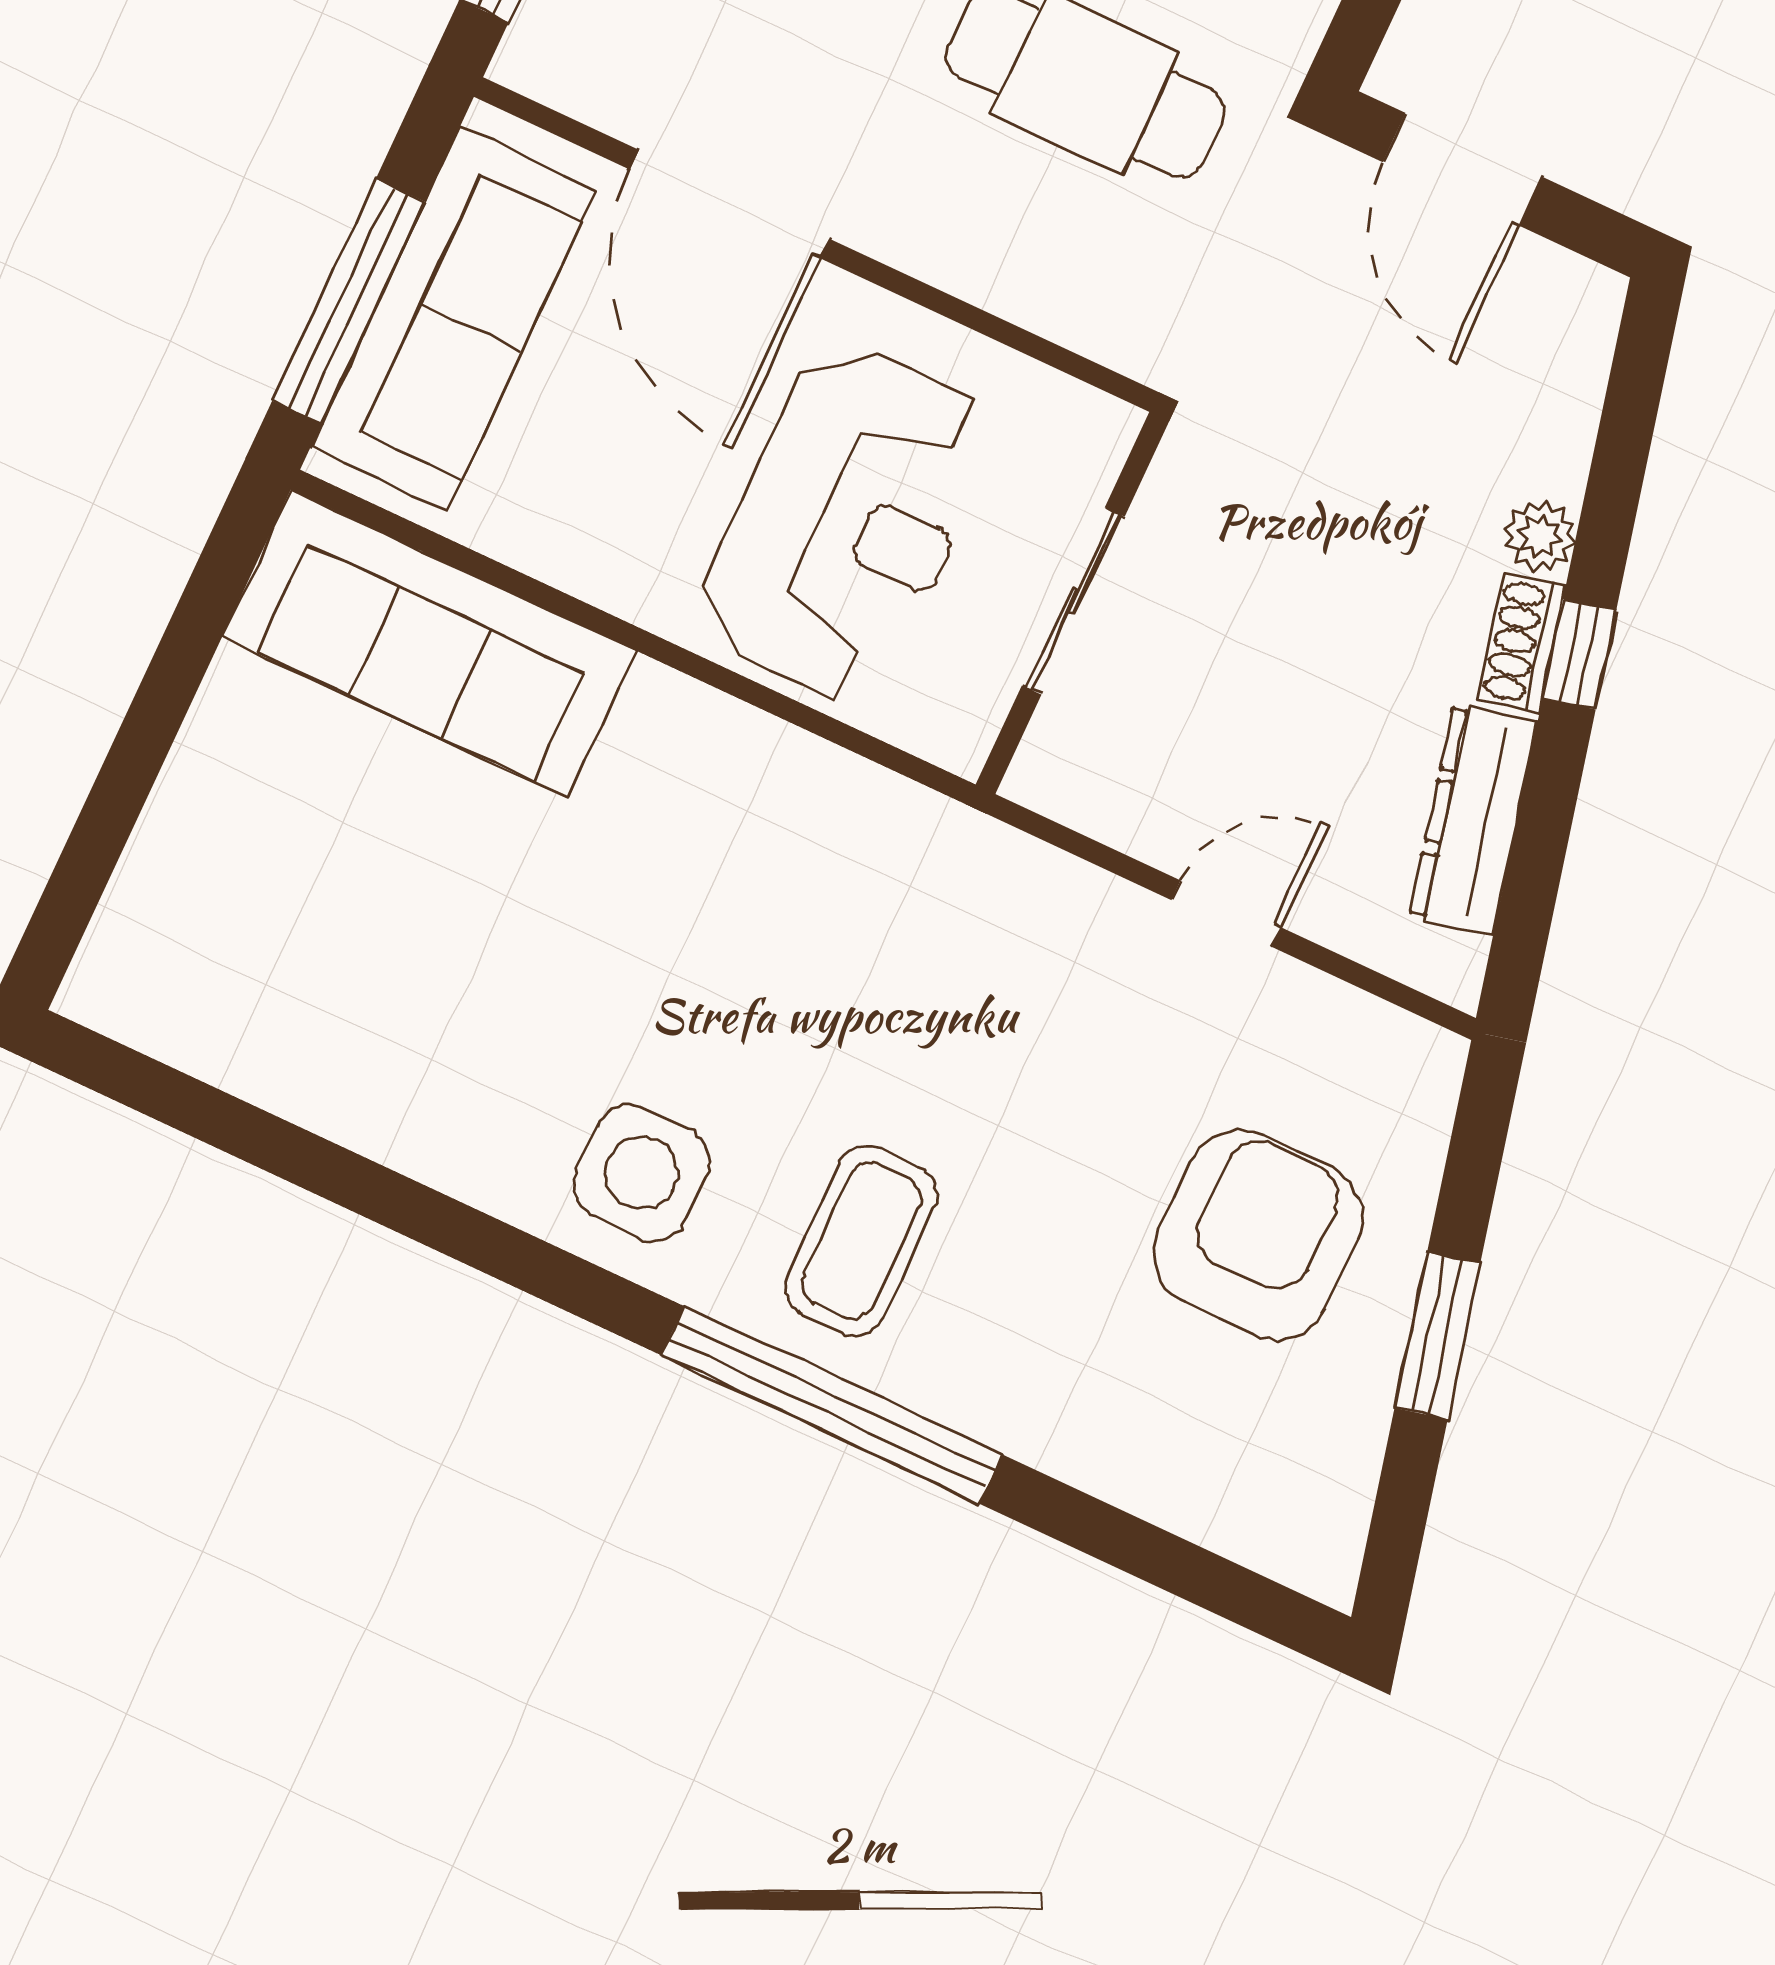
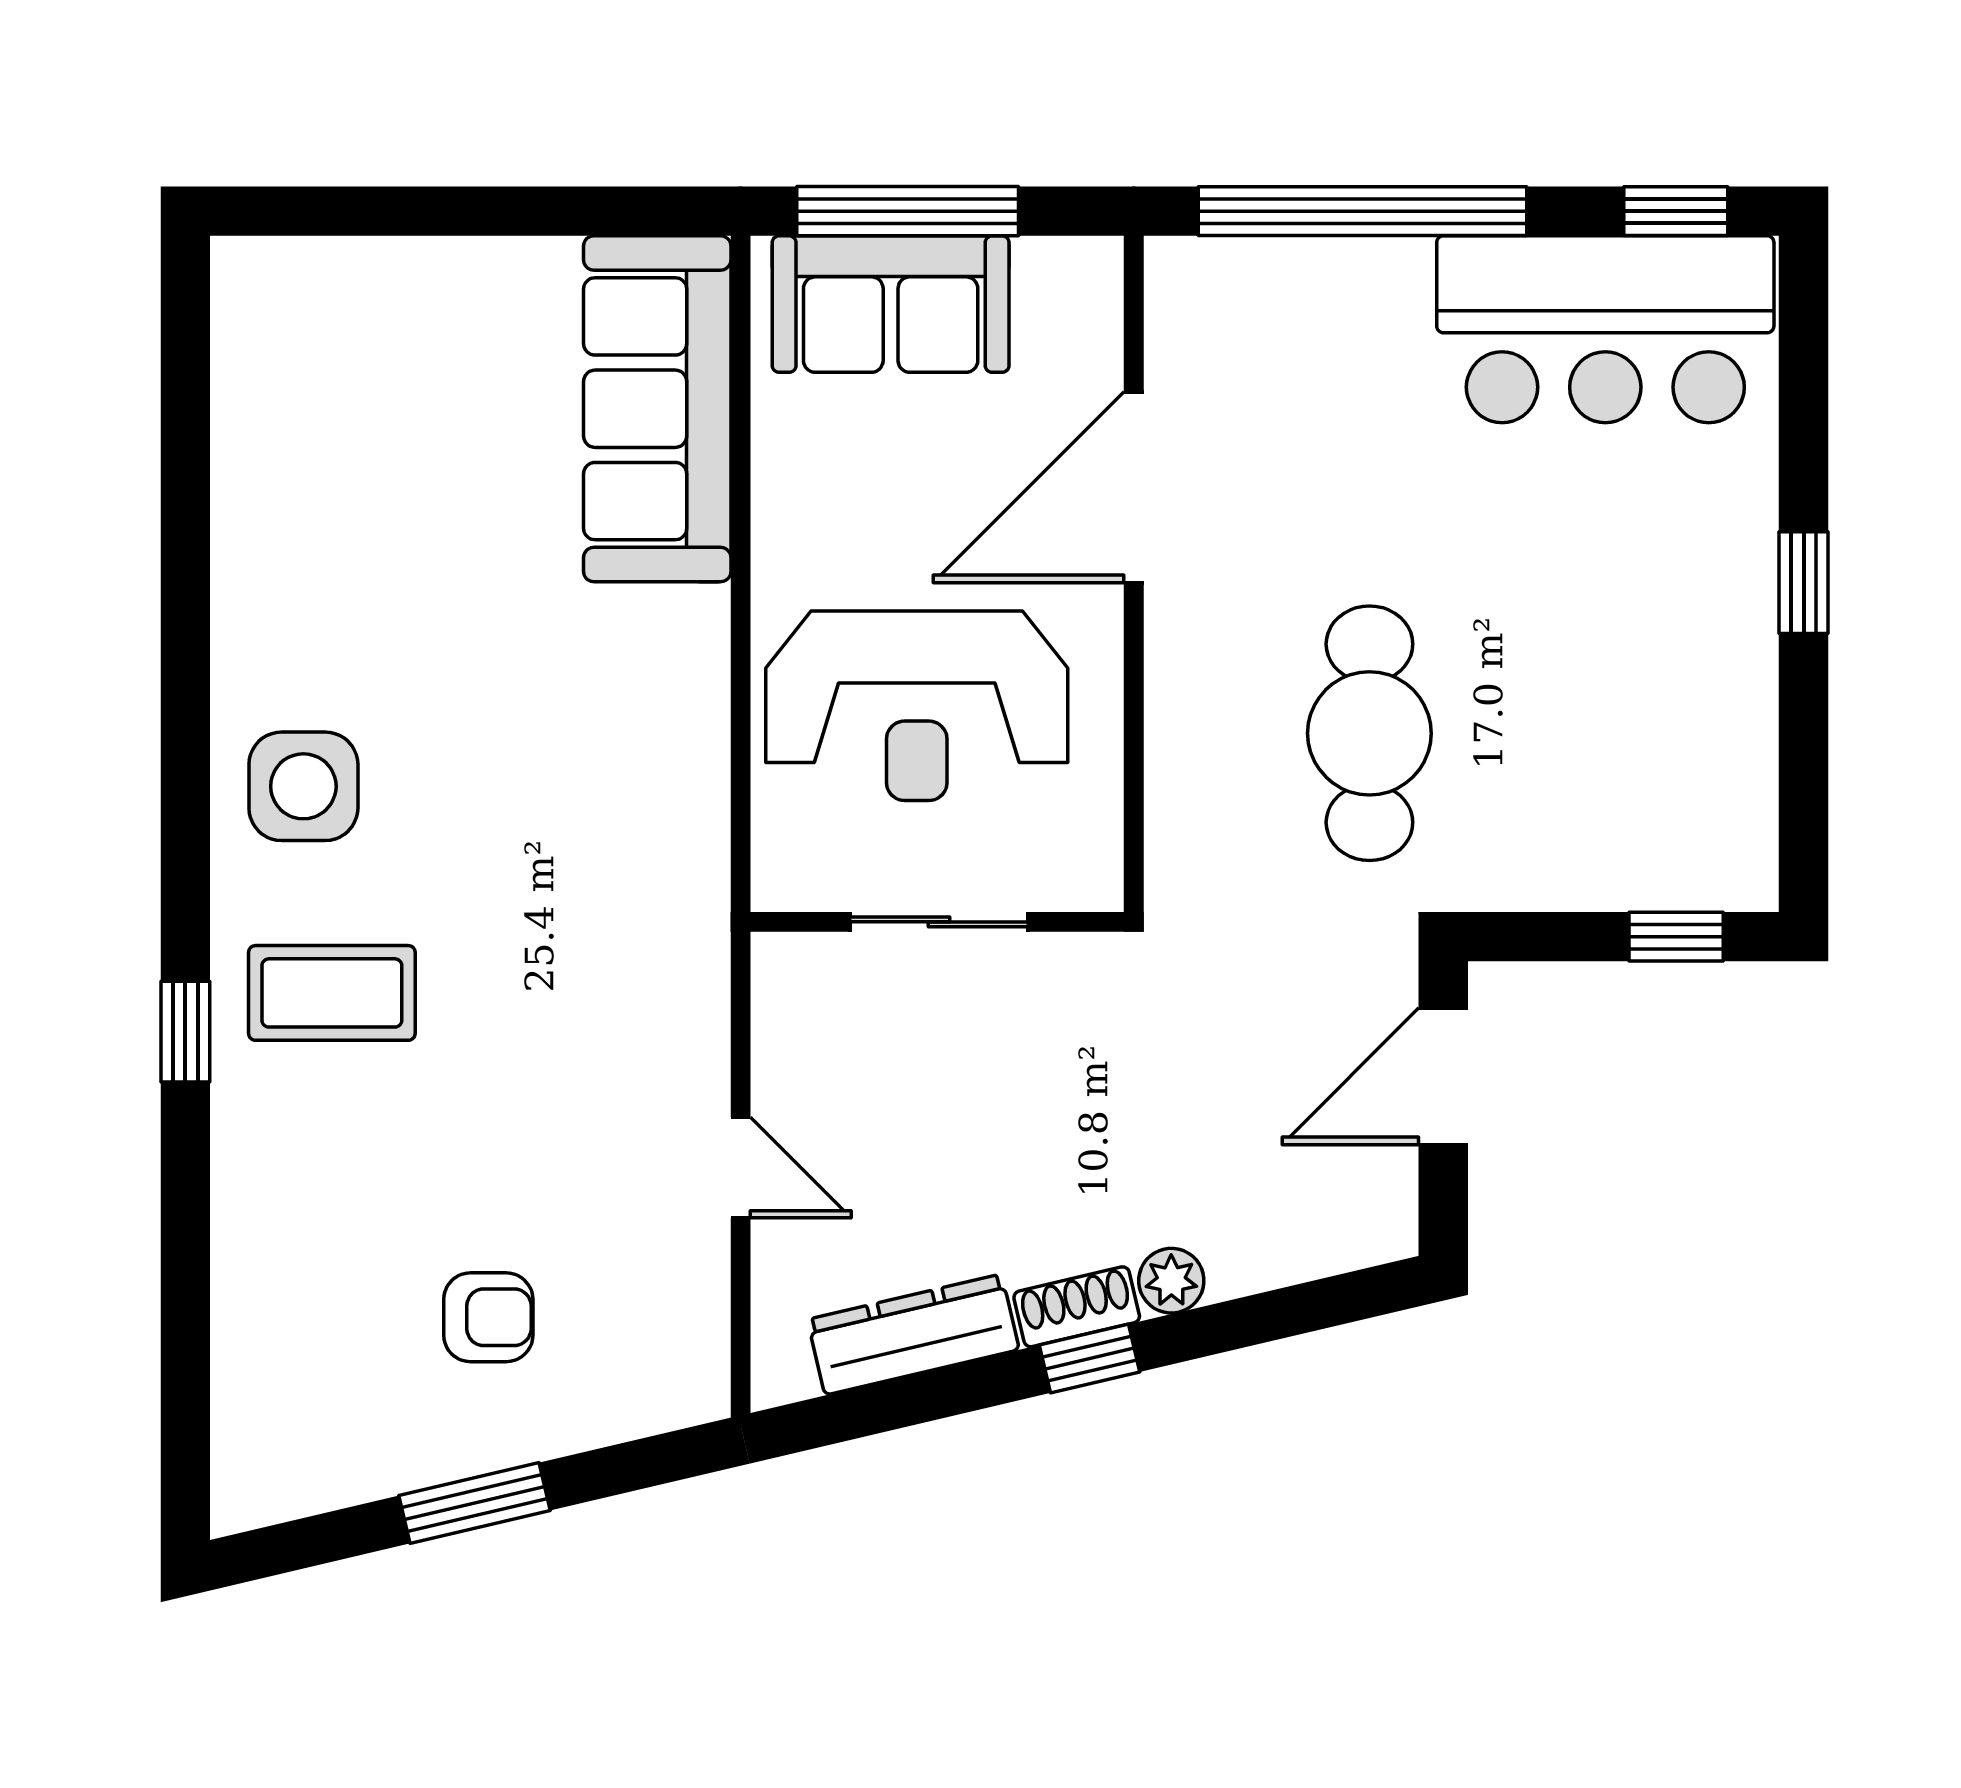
sofa: (453, 319) -> (891, 304), width x0.73
armchair: (1258, 1235) -> (488, 1317), width x0.53, depth x0.53
window: (832, 1405) -> (185, 1032), width x0.32

